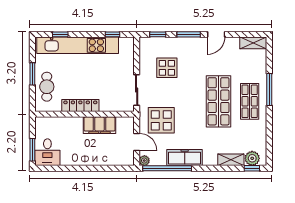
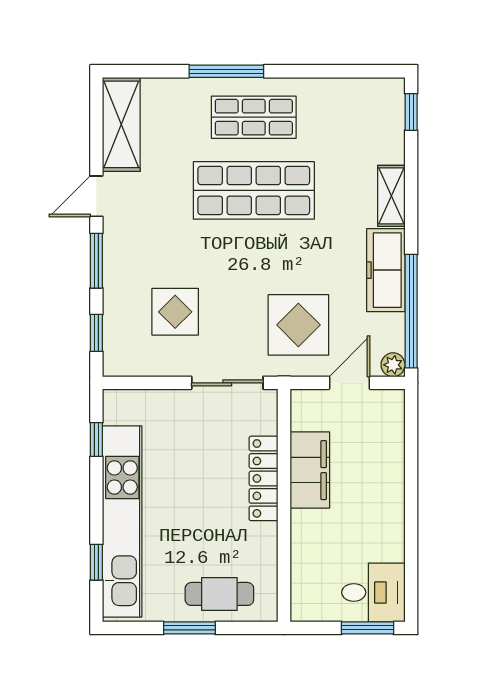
door: (216, 34) -> (96, 196), swing flipped
shelving: (253, 43) -> (121, 124), width x1.50, depth x1.33
locker: (80, 105) -> (264, 478), moved
plant: (252, 158) -> (388, 111), removed
shelving: (231, 160) -> (391, 196), moved

